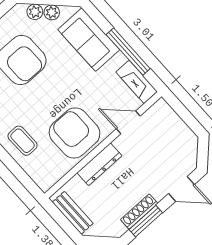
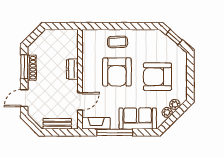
armchair: (75, 133) -> (117, 72), moved, turned 90
dresser: (99, 164) -> (72, 69), width x0.70
bench: (73, 213) -> (57, 124), moved

